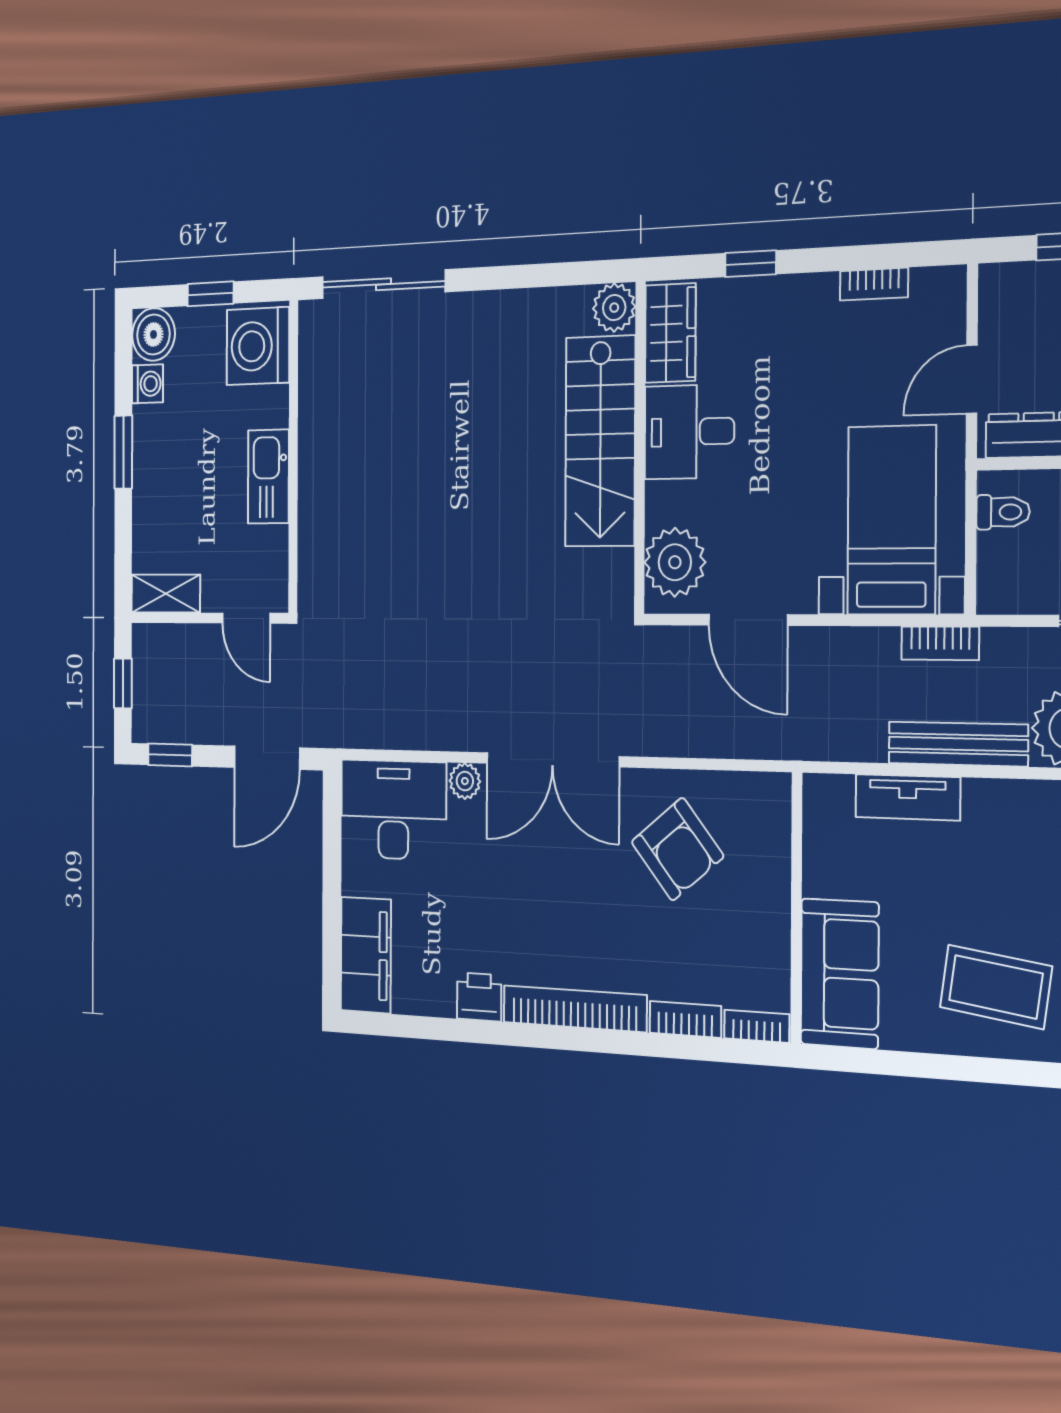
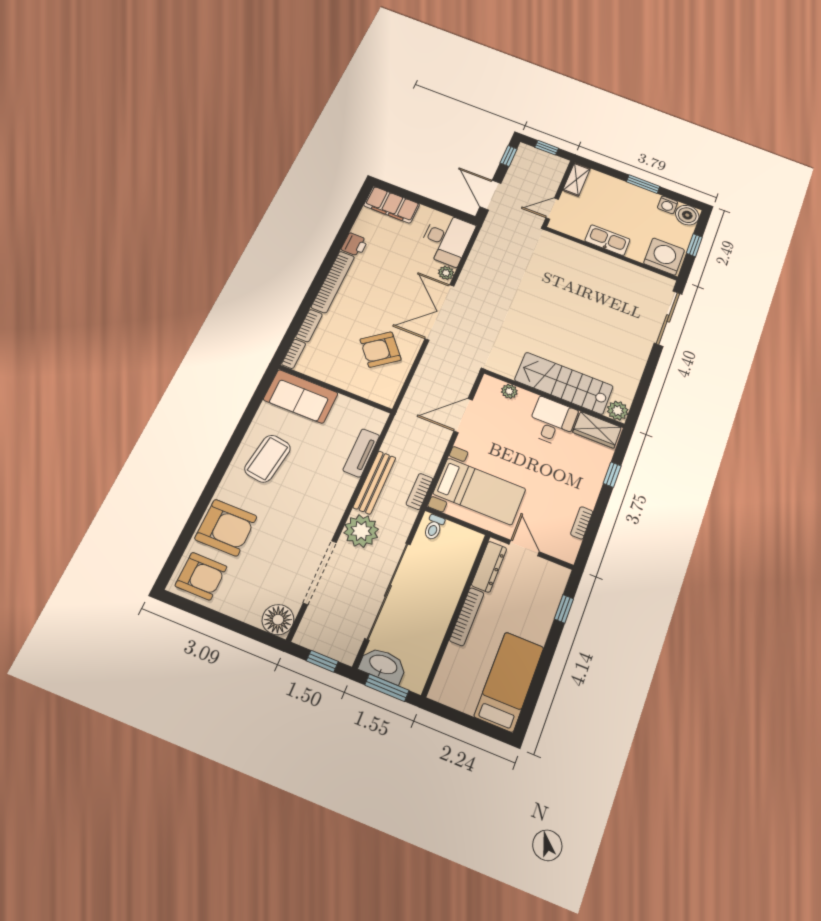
toilet: (1003, 512) -> (434, 527), moved
plant: (675, 562) -> (509, 391), width x0.53, depth x0.53

